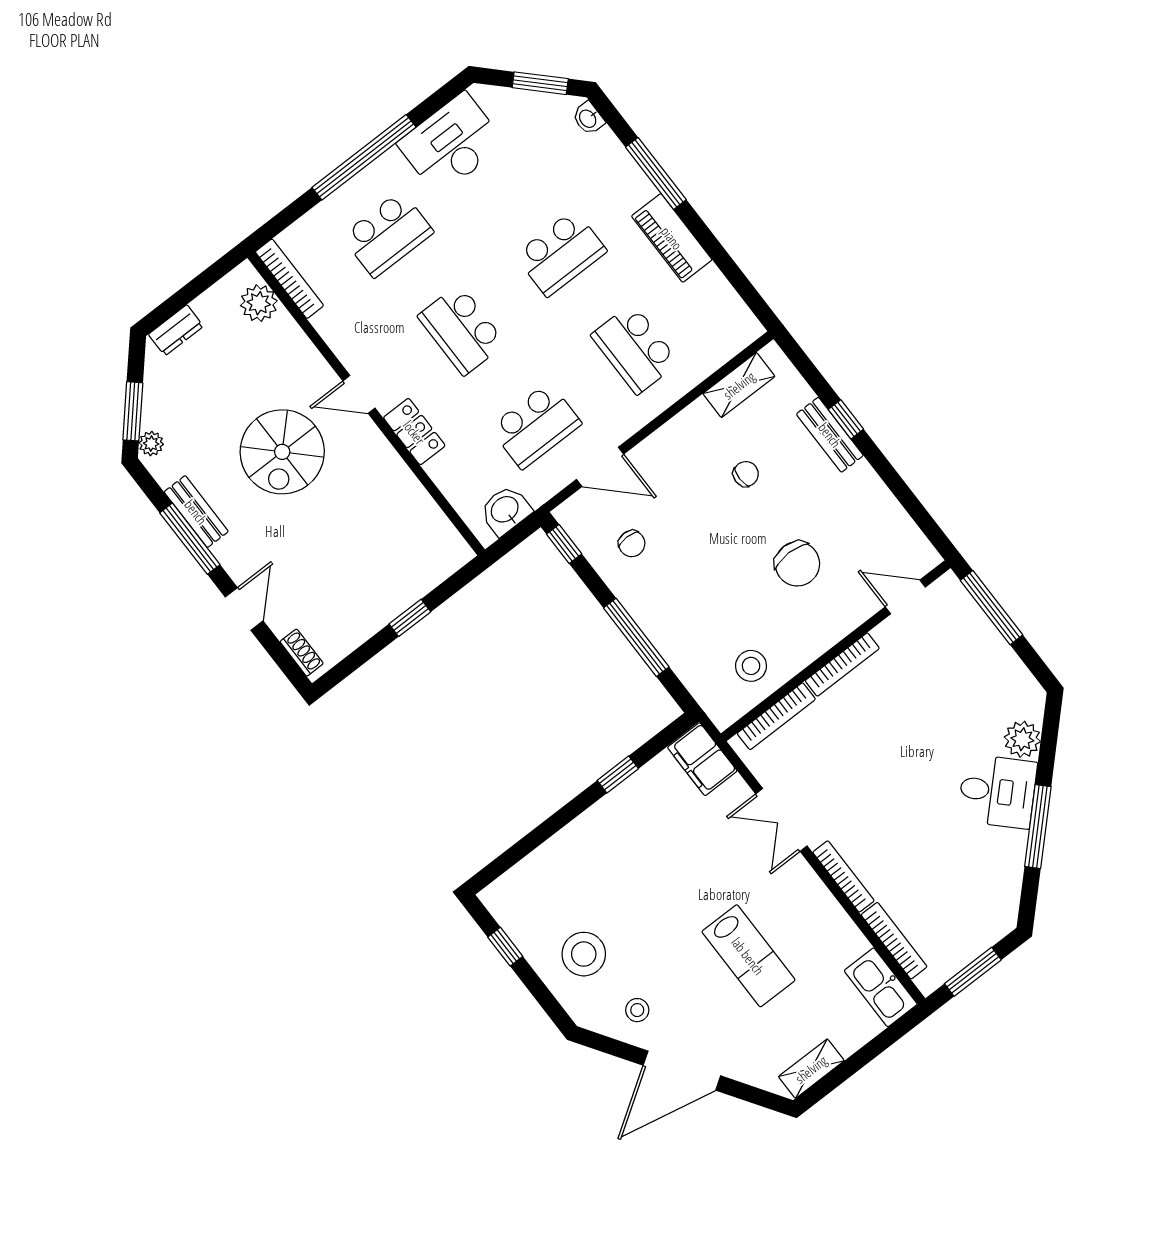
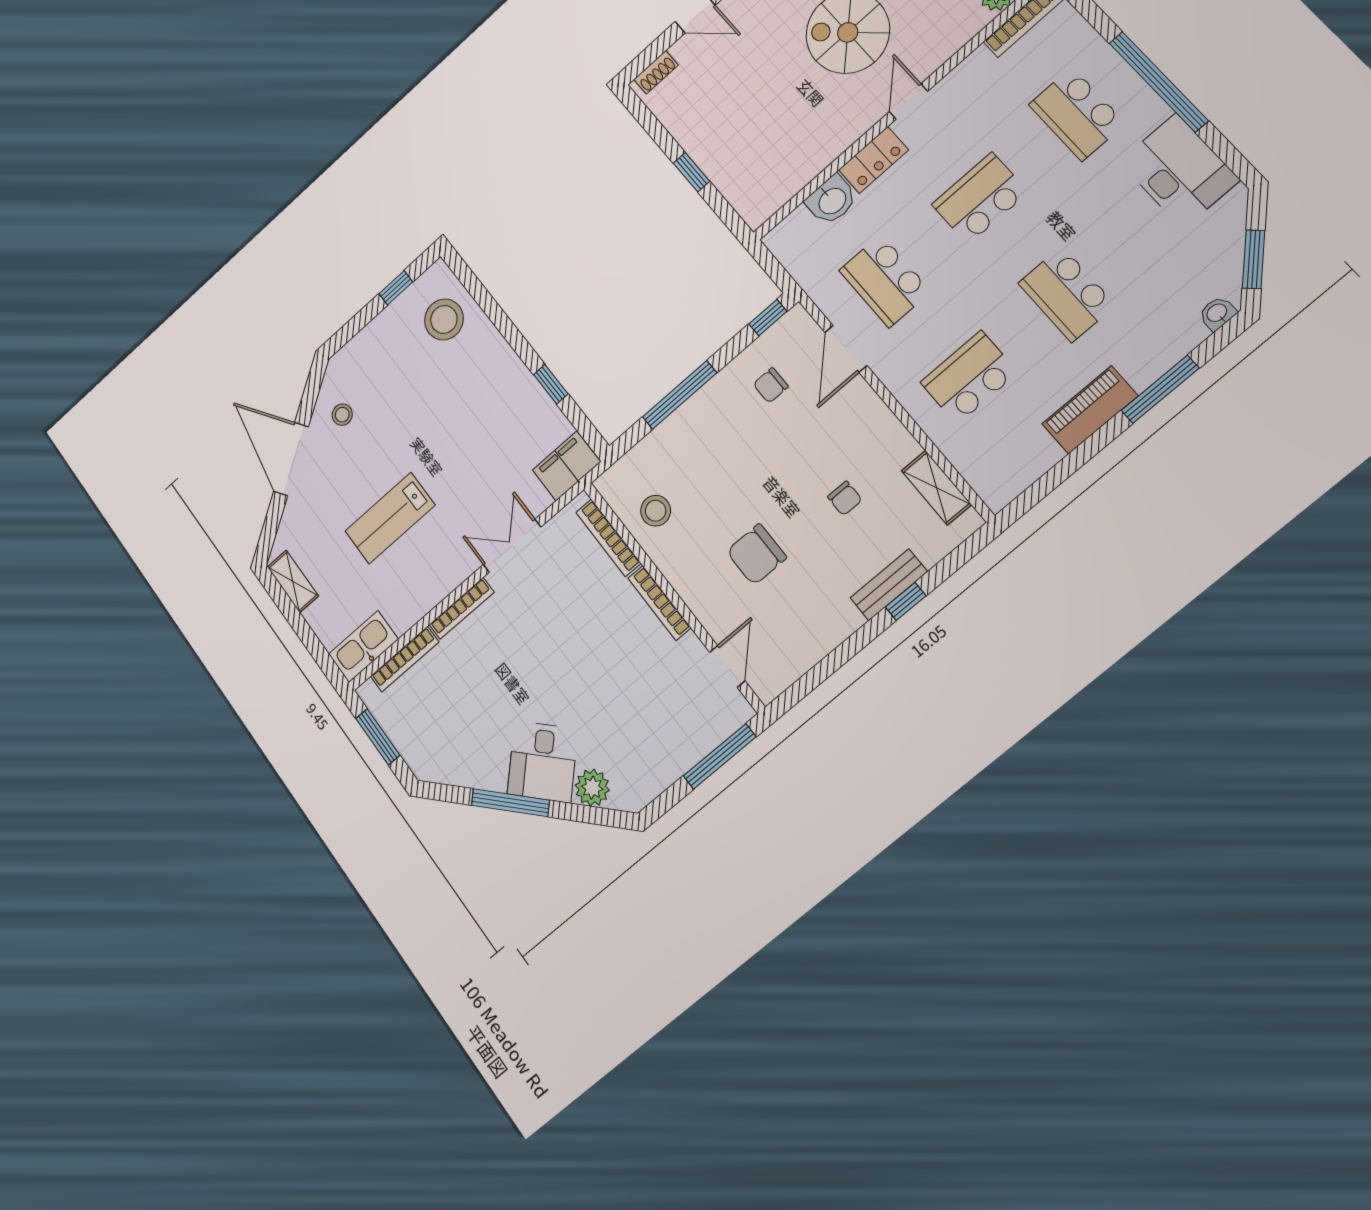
washbasin: (505, 510) -> (832, 200), moved, turned 90
stool: (584, 954) -> (444, 319), moved

